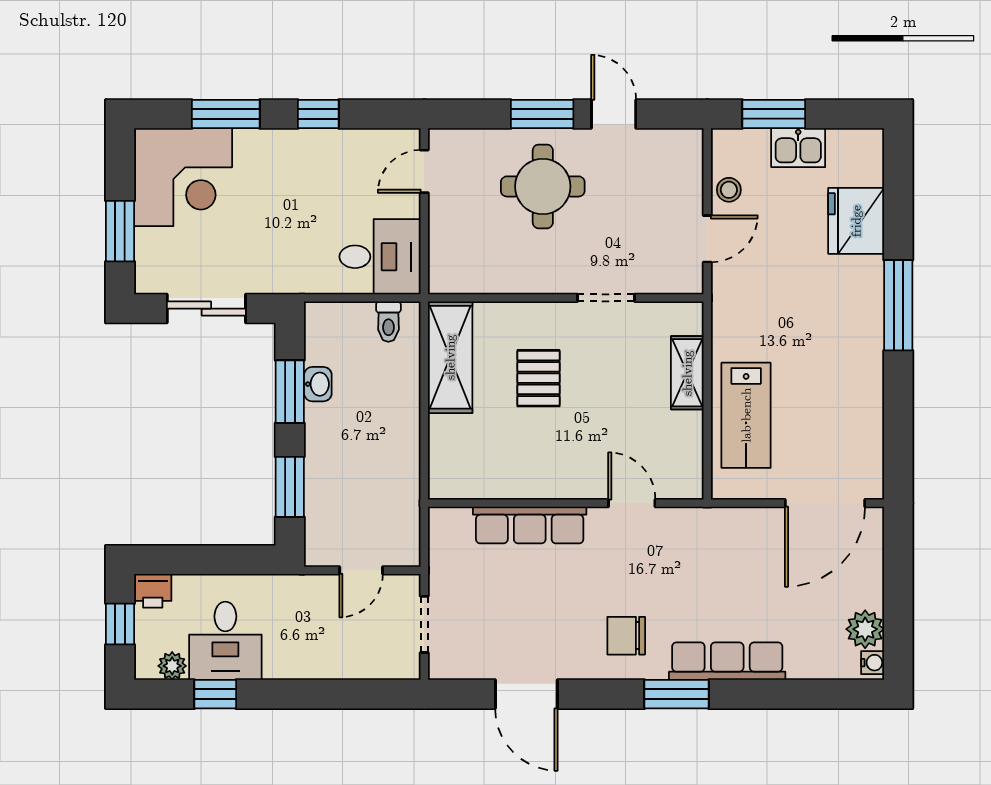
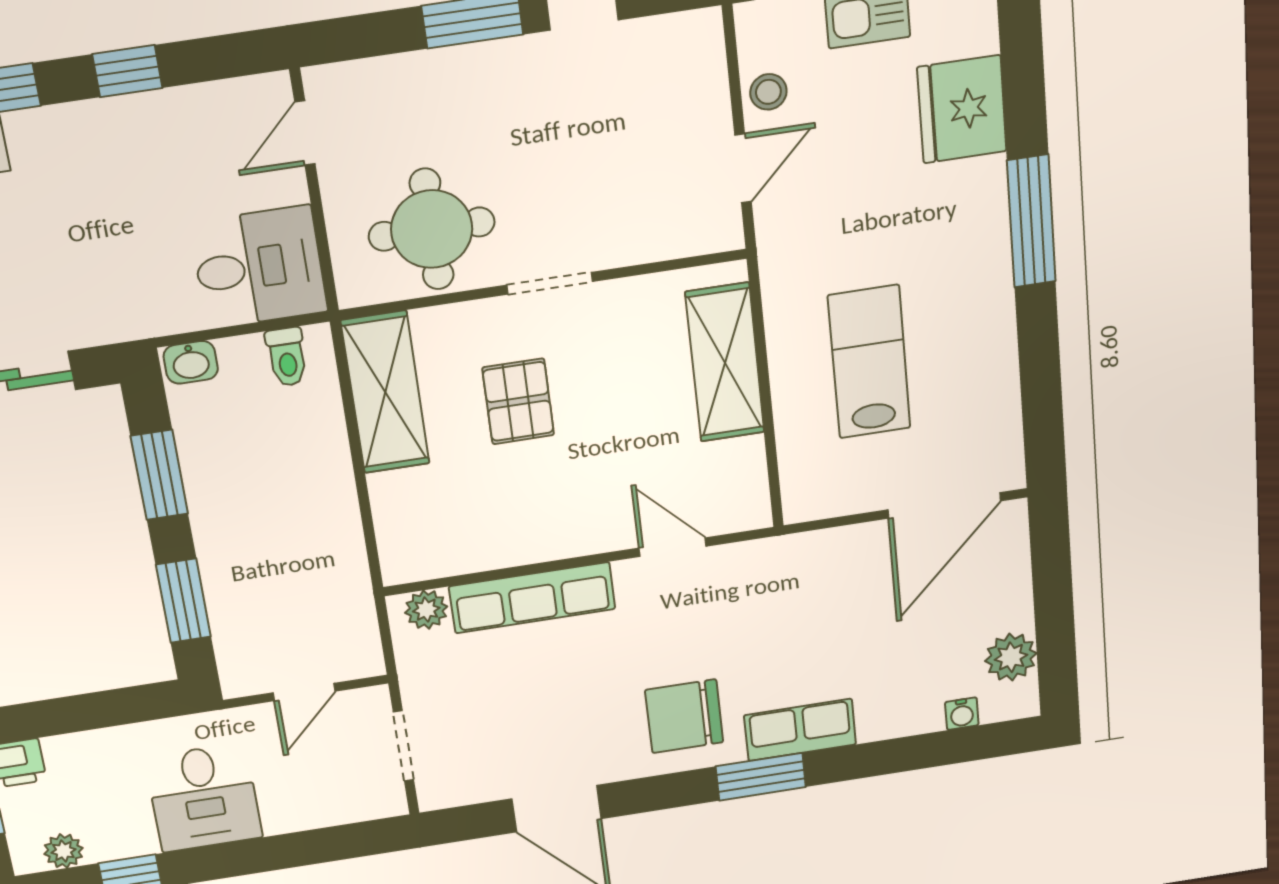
round table: (543, 186) -> (432, 229), moved
doorway: (606, 298) -> (550, 283), moved
shelving: (687, 373) -> (725, 363), width x1.50, depth x1.33
washbasin: (318, 384) -> (191, 362), moved, turned 90
lab bench: (746, 415) -> (869, 362), moved, turned 180
plant: (455, 522) -> (426, 610), added
chair: (626, 636) -> (684, 716), width x1.37, depth x1.37
desk: (225, 641) -> (204, 798), moved
row of seats: (727, 661) -> (800, 730), width x0.68
water cooler: (873, 663) -> (962, 714), moved, turned 90

